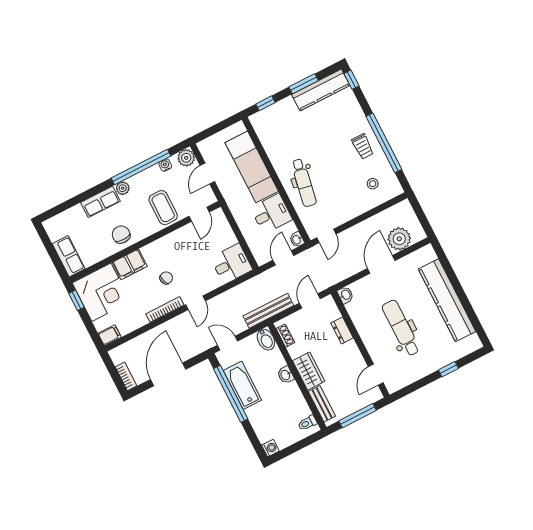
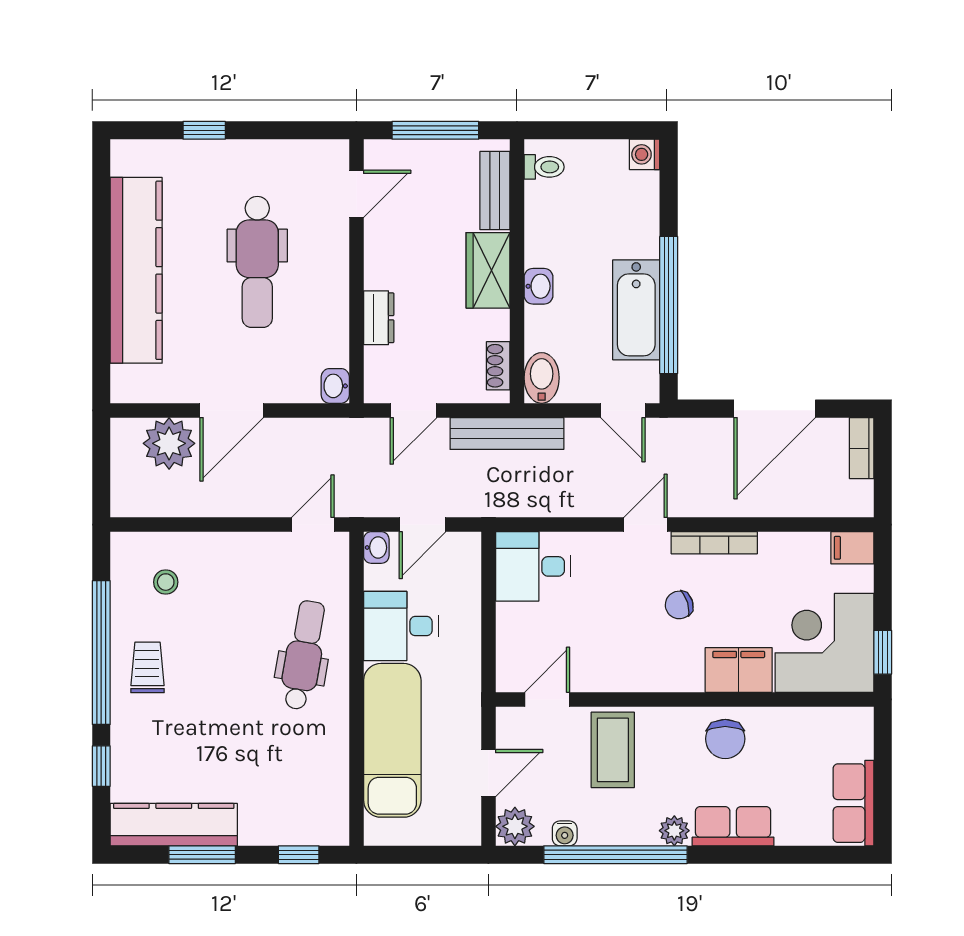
window: (351, 80) -> (101, 766), moved
row of seats: (69, 256) -> (853, 803), moved

